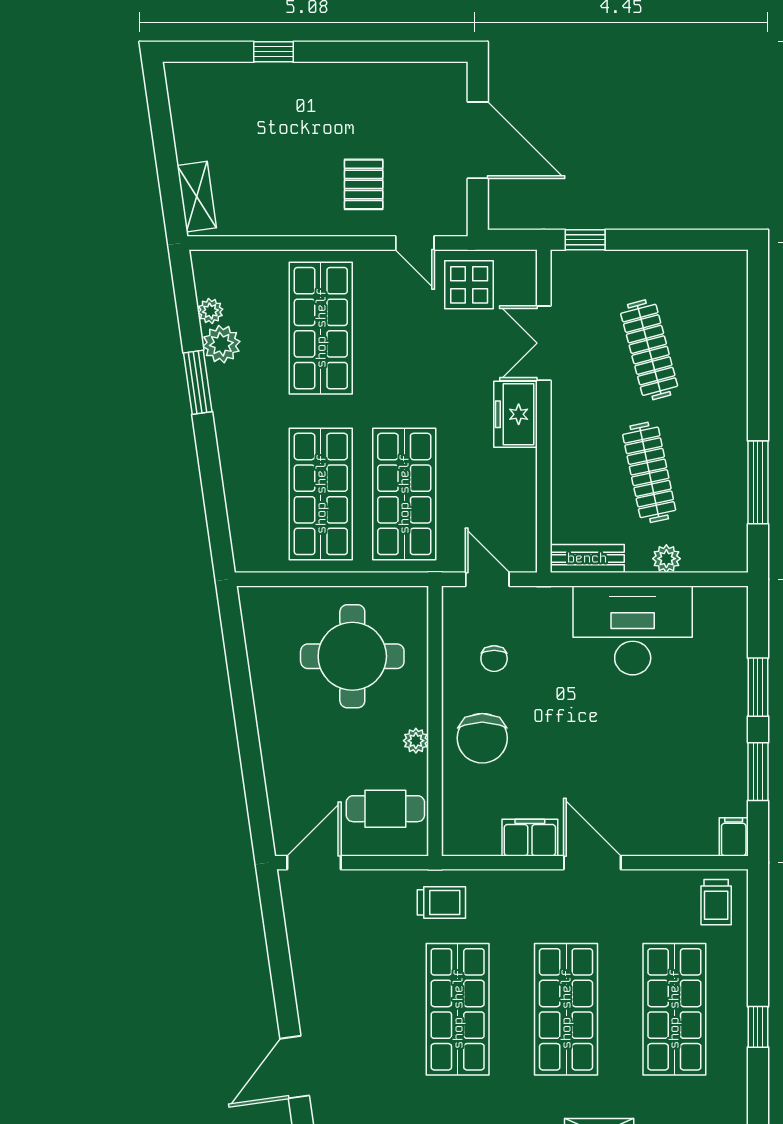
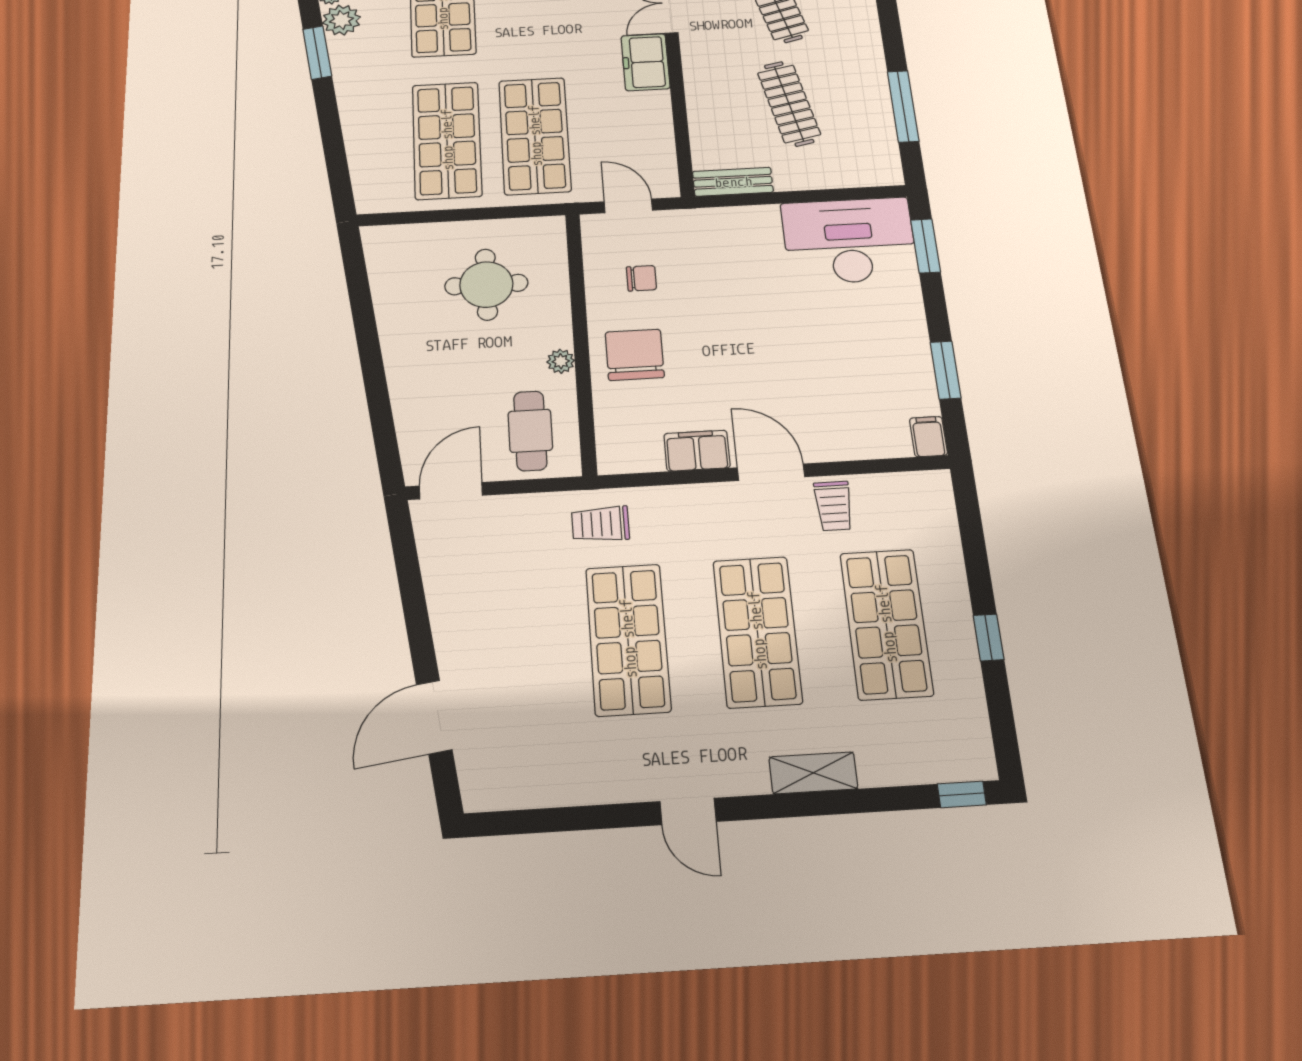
plant: (666, 559) -> (817, 177), removed
desk: (633, 630) -> (849, 241), moved
round table: (352, 656) -> (486, 285), width x0.73, depth x0.73
chair: (494, 659) -> (641, 278), turned -90
window: (758, 687) -> (926, 246), moved
chair: (482, 738) -> (635, 355), turned 180
cafe table: (385, 809) -> (530, 431), turned 90
trolley: (441, 902) -> (600, 524), turned 180
trolley: (716, 902) -> (834, 506), moved

